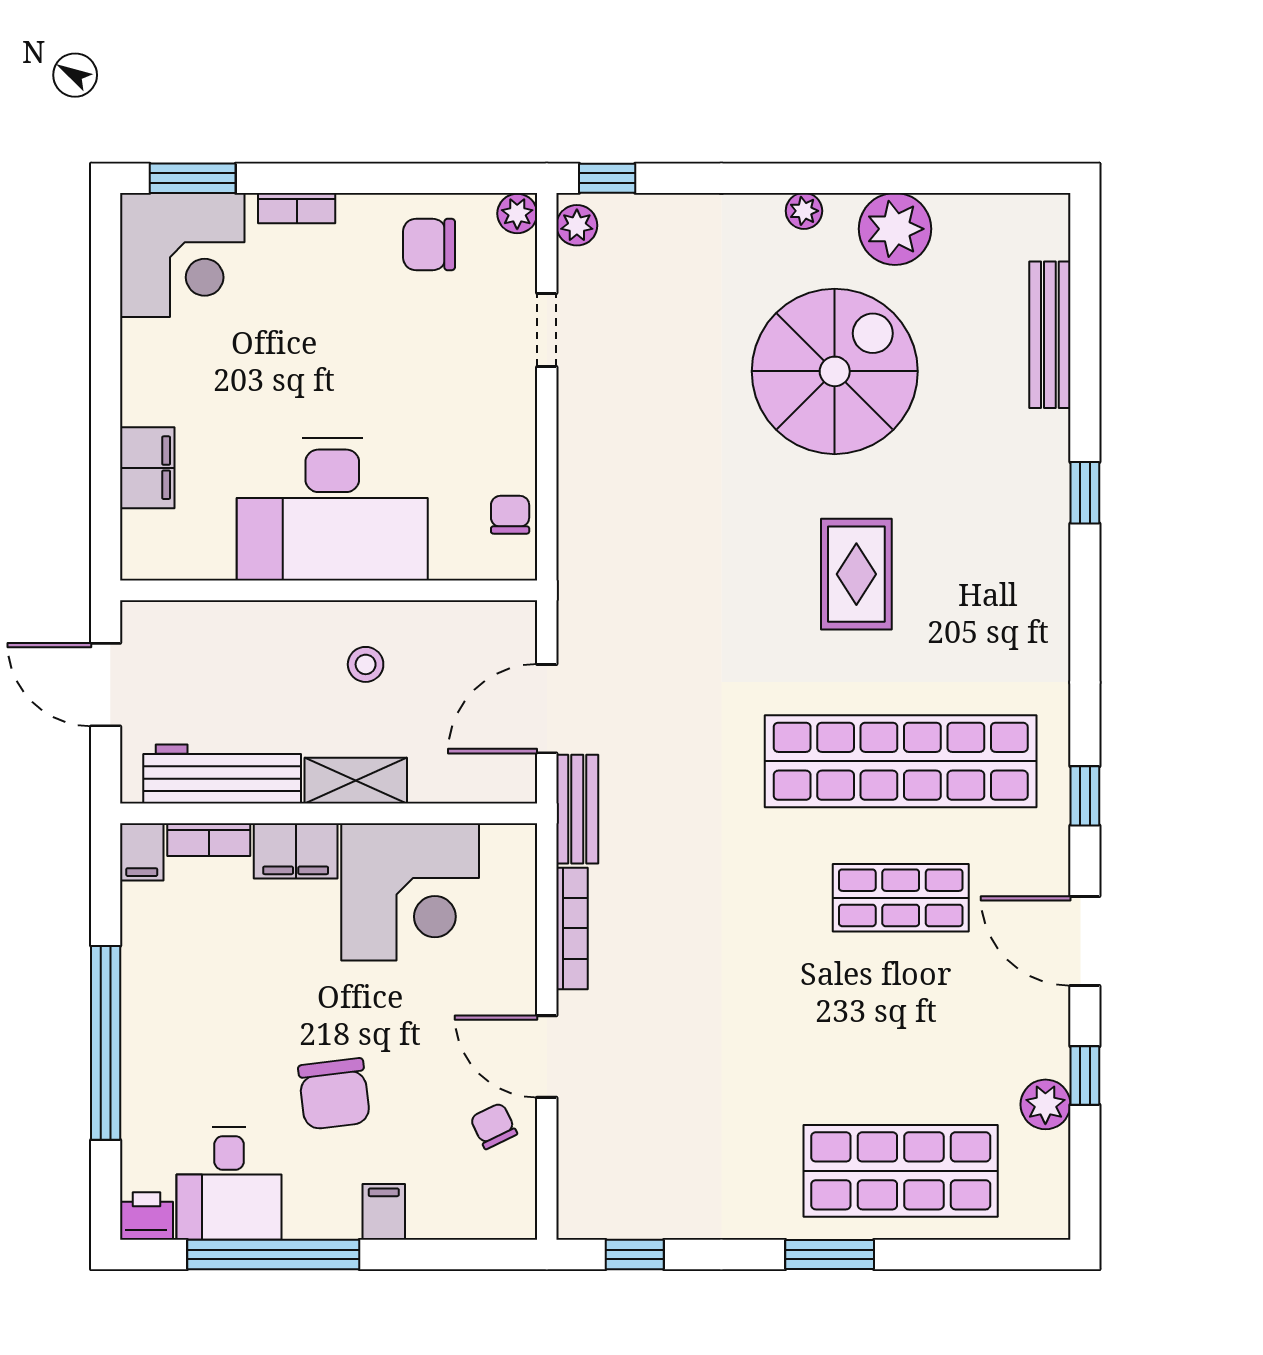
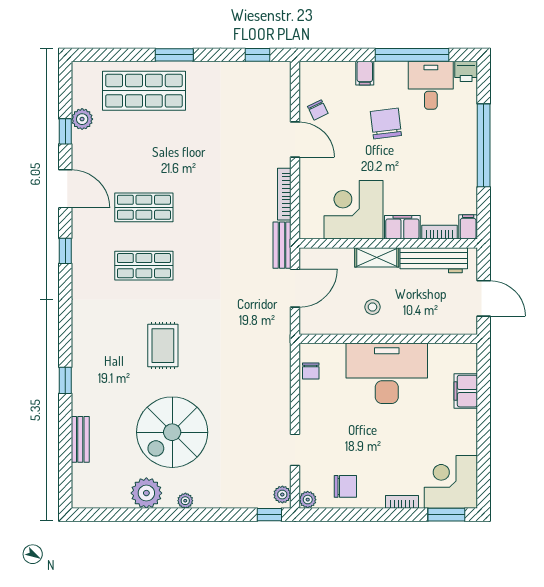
bench: (1050, 335) -> (80, 439), width x0.73
shop shelf: (901, 761) -> (144, 266), width x0.50, depth x0.74

